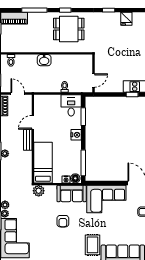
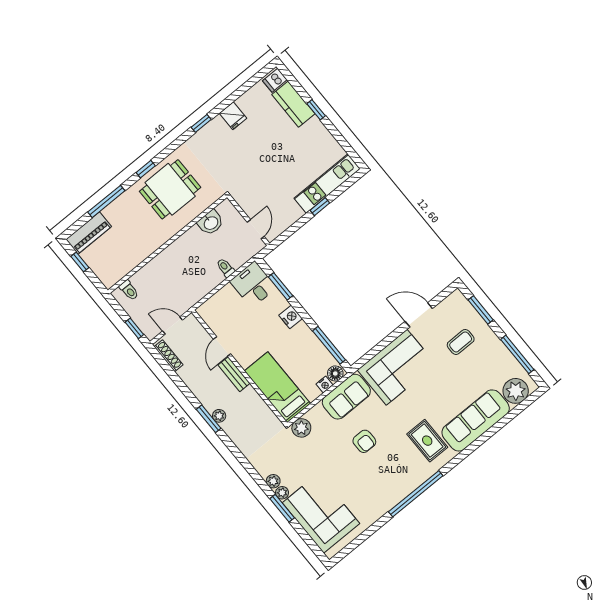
washbasin: (44, 60) -> (211, 223), moved

